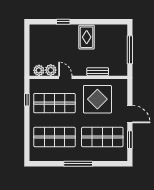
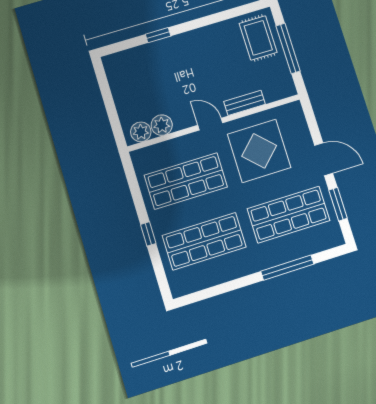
rug: (87, 37) -> (258, 38), moved
door: (65, 77) -> (210, 124), moved
window: (27, 100) -> (148, 234), moved
window: (78, 164) -> (287, 268), moved

